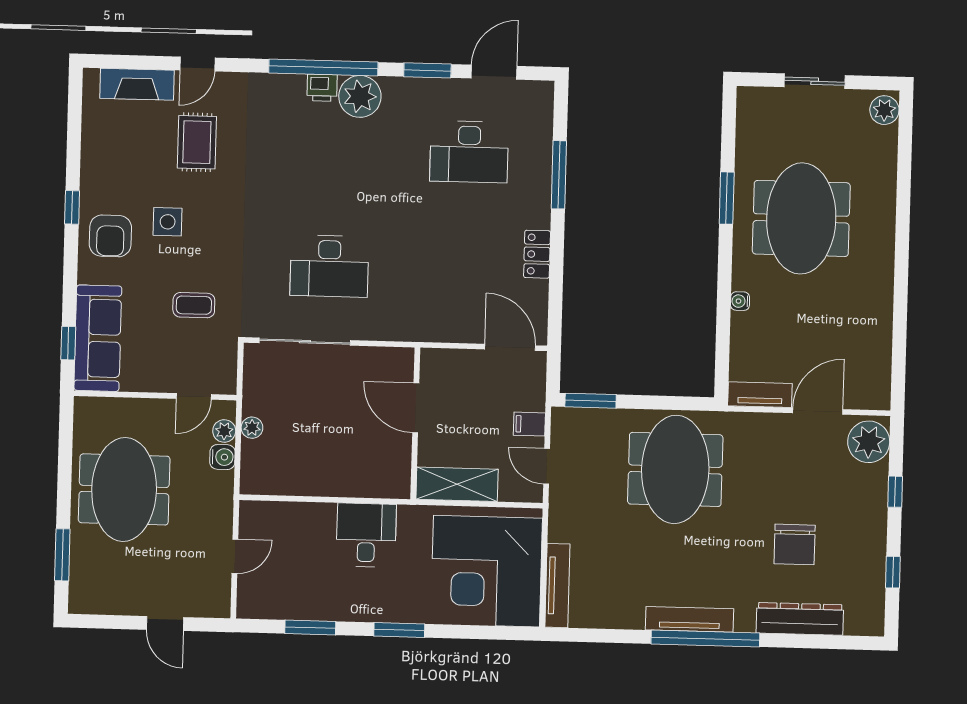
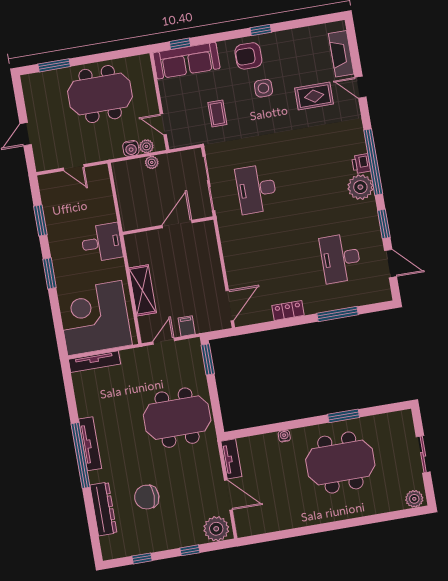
door: (416, 408) -> (177, 224), moved
wall: (415, 423) -> (168, 226), moved

